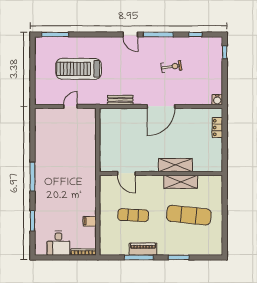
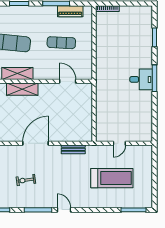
filing cabinet: (90, 221) -> (102, 37), removed
desk: (58, 243) -> (141, 79), moved, turned 90
piano: (143, 249) -> (70, 11), moved

